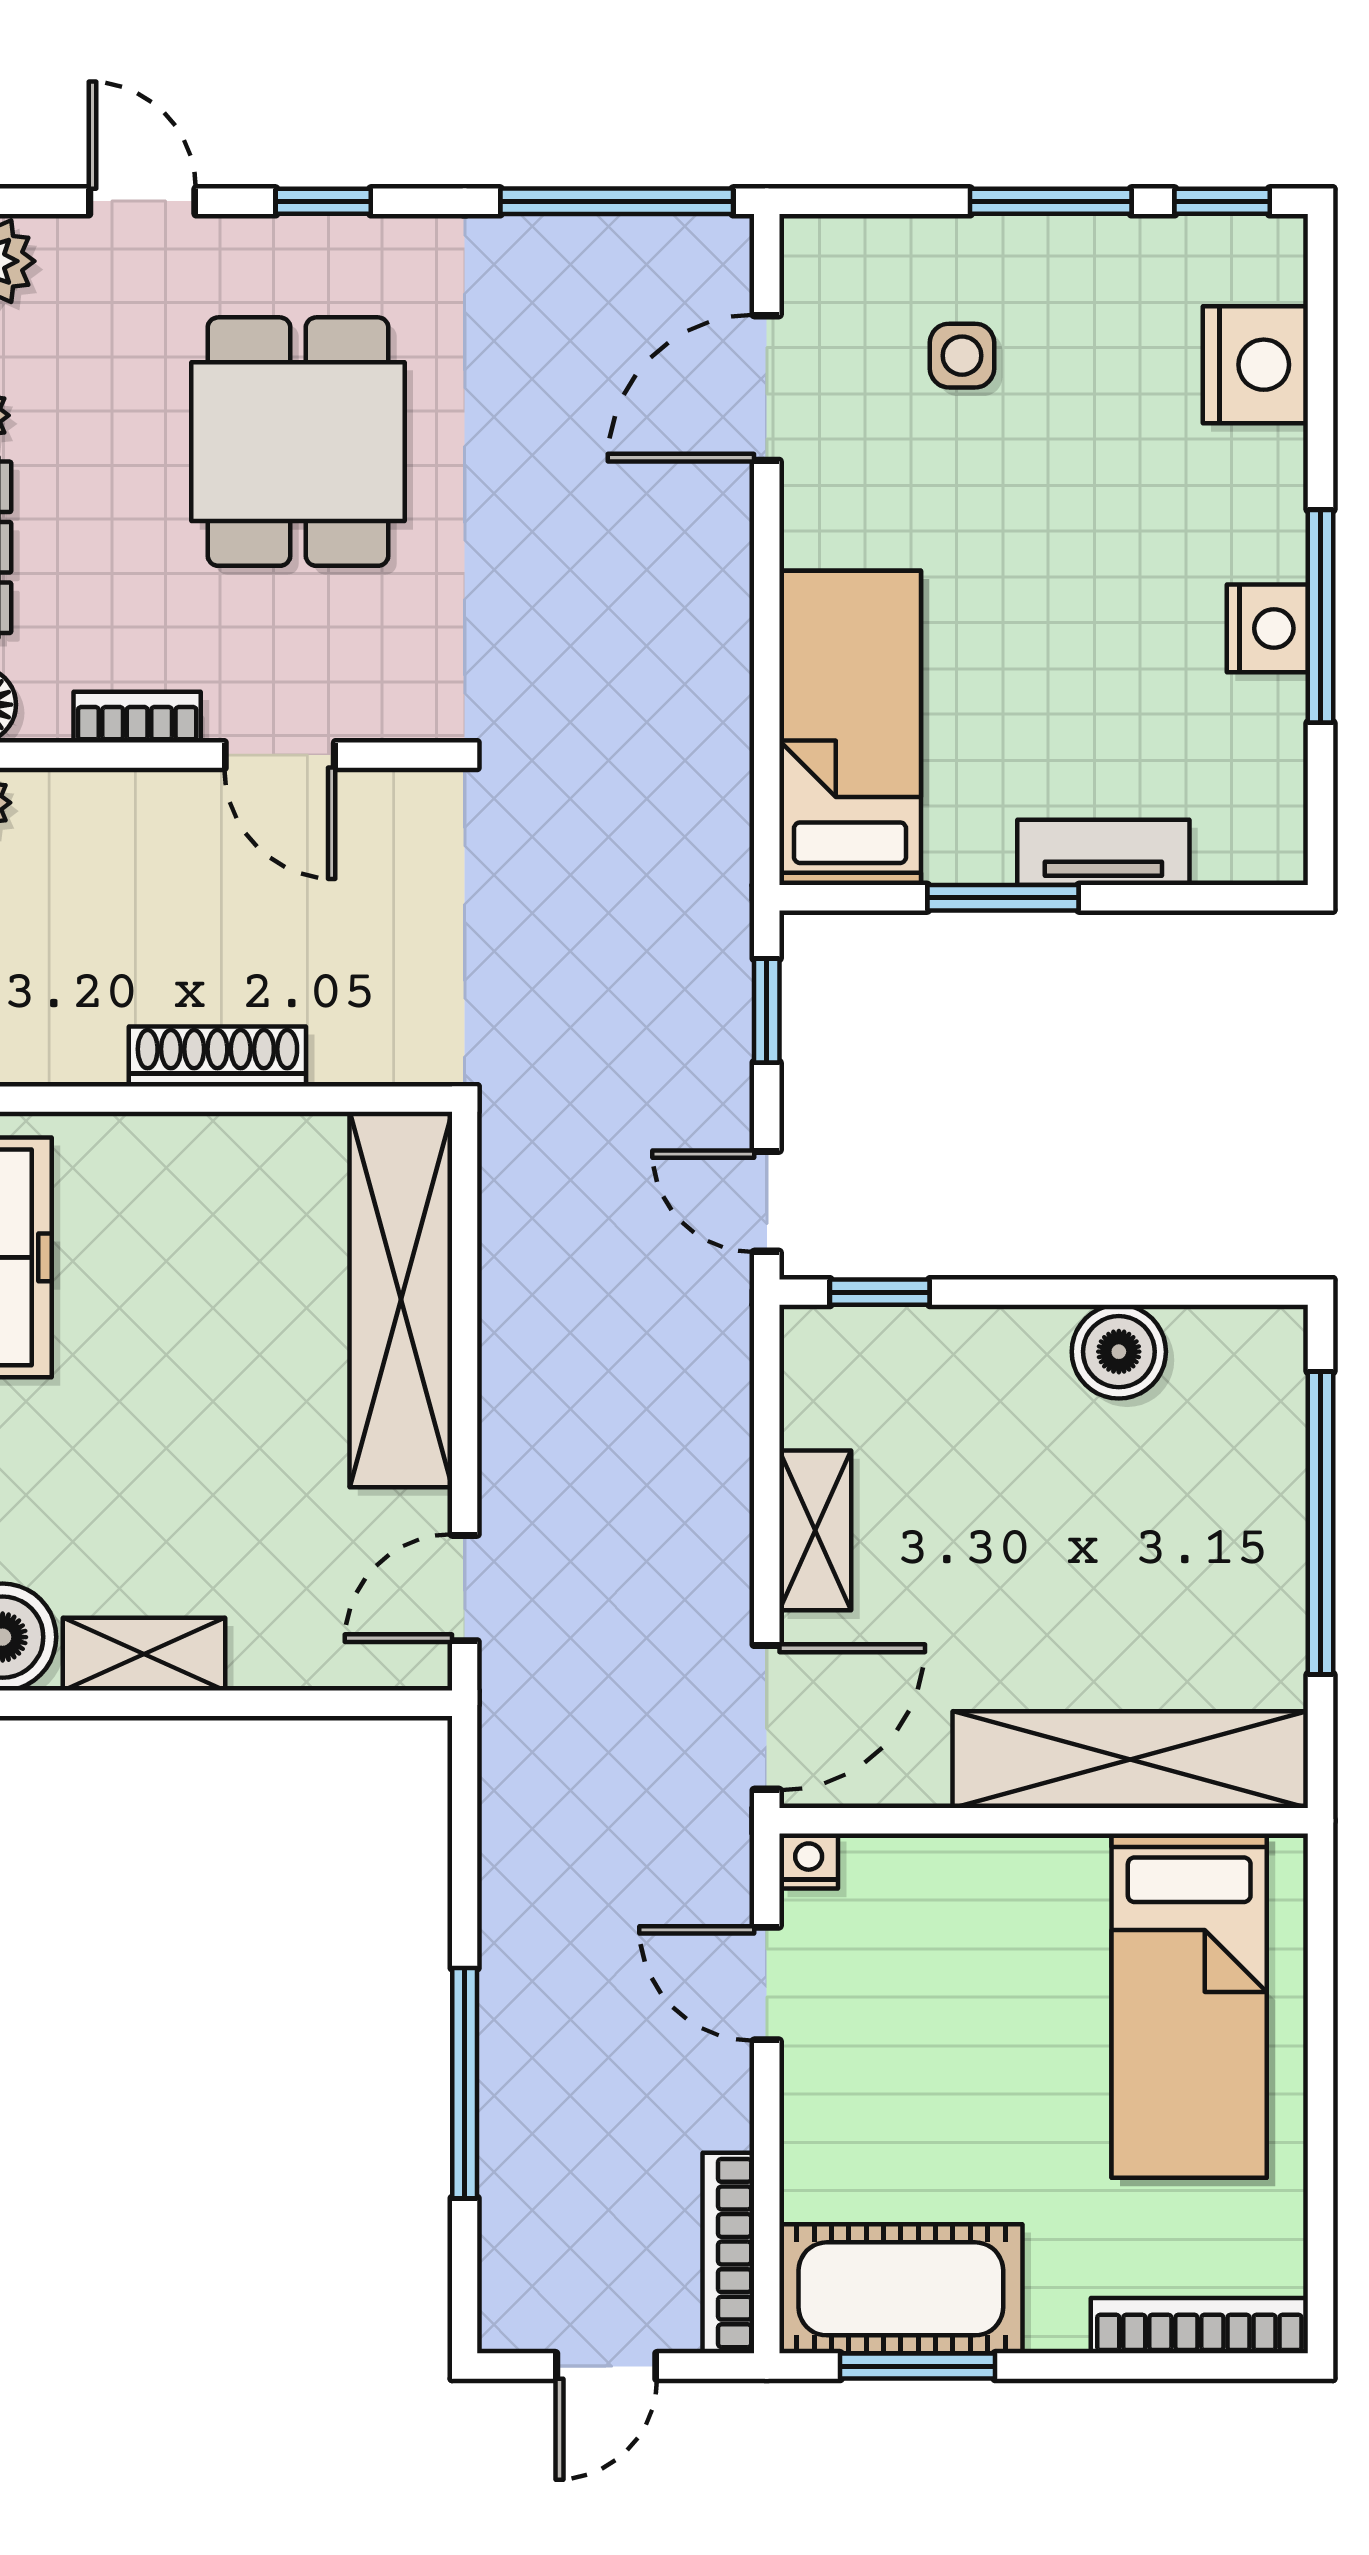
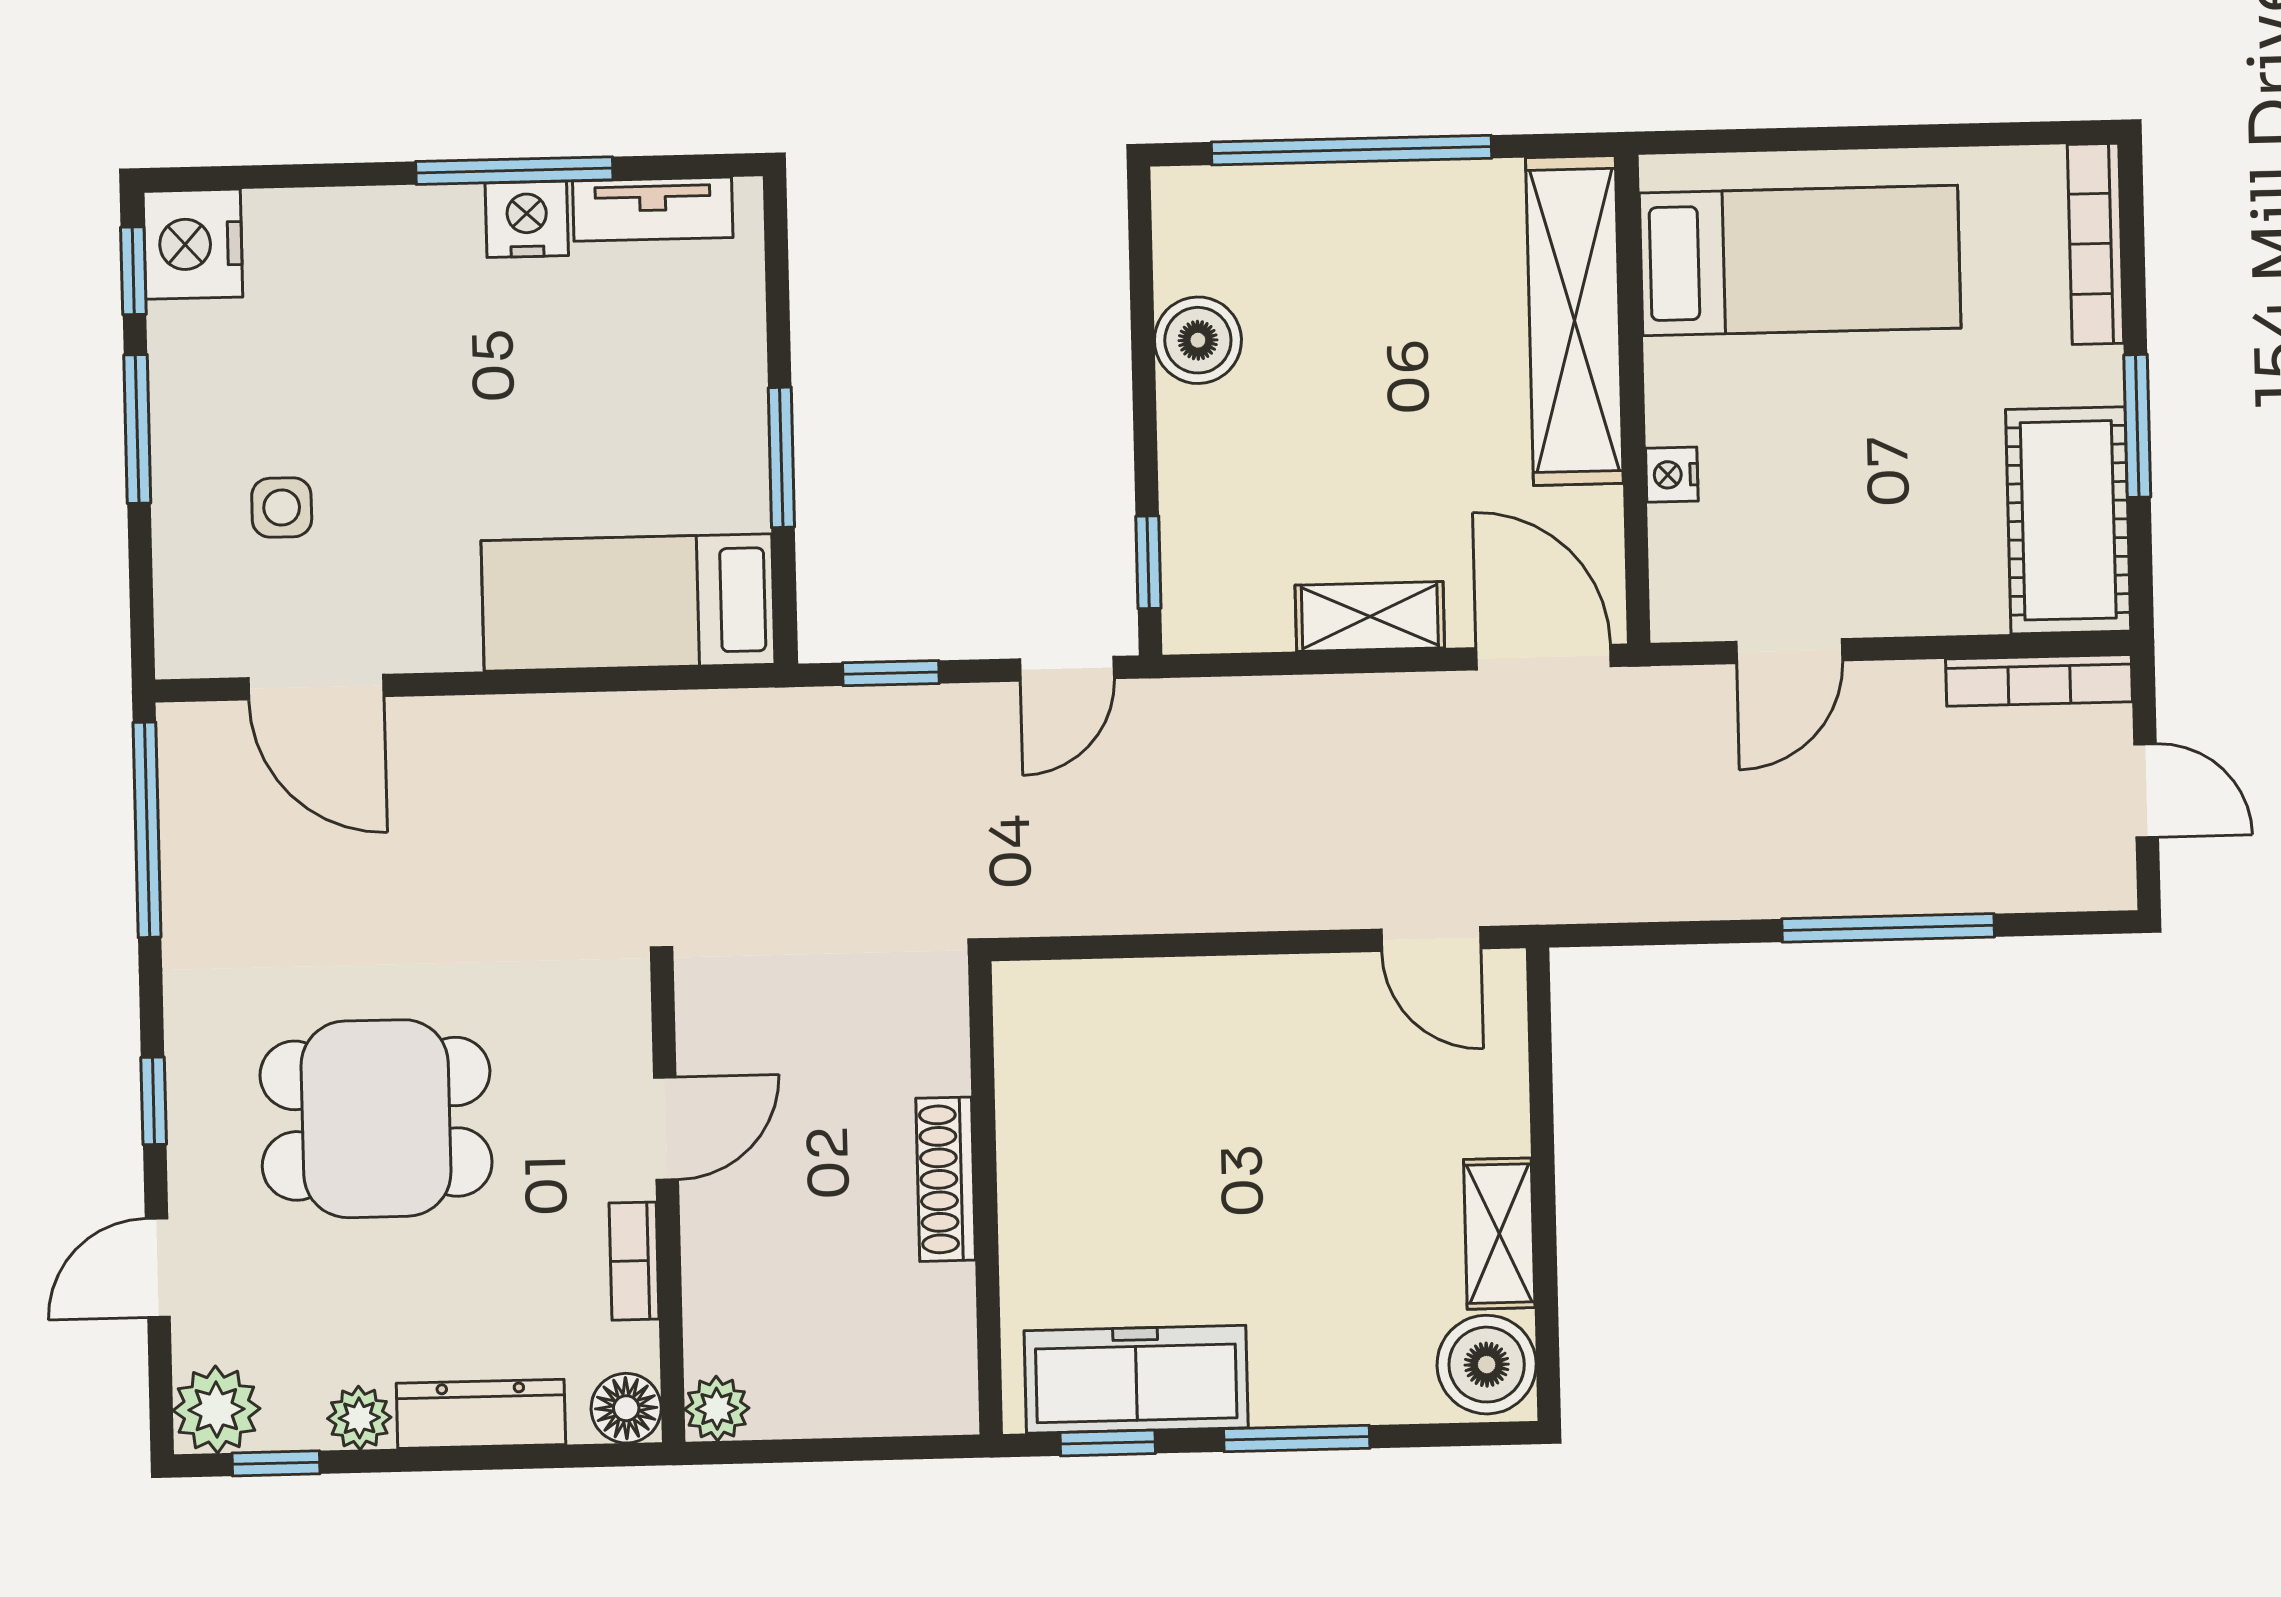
nightstand: (1255, 365) -> (193, 244), moved, turned -90
tv unit: (1103, 852) -> (653, 209), moved, turned -90
shelving: (401, 1300) -> (1166, 1004), removed
nightstand: (809, 1861) -> (1672, 475), moved
window: (918, 2366) -> (2137, 426), moved

